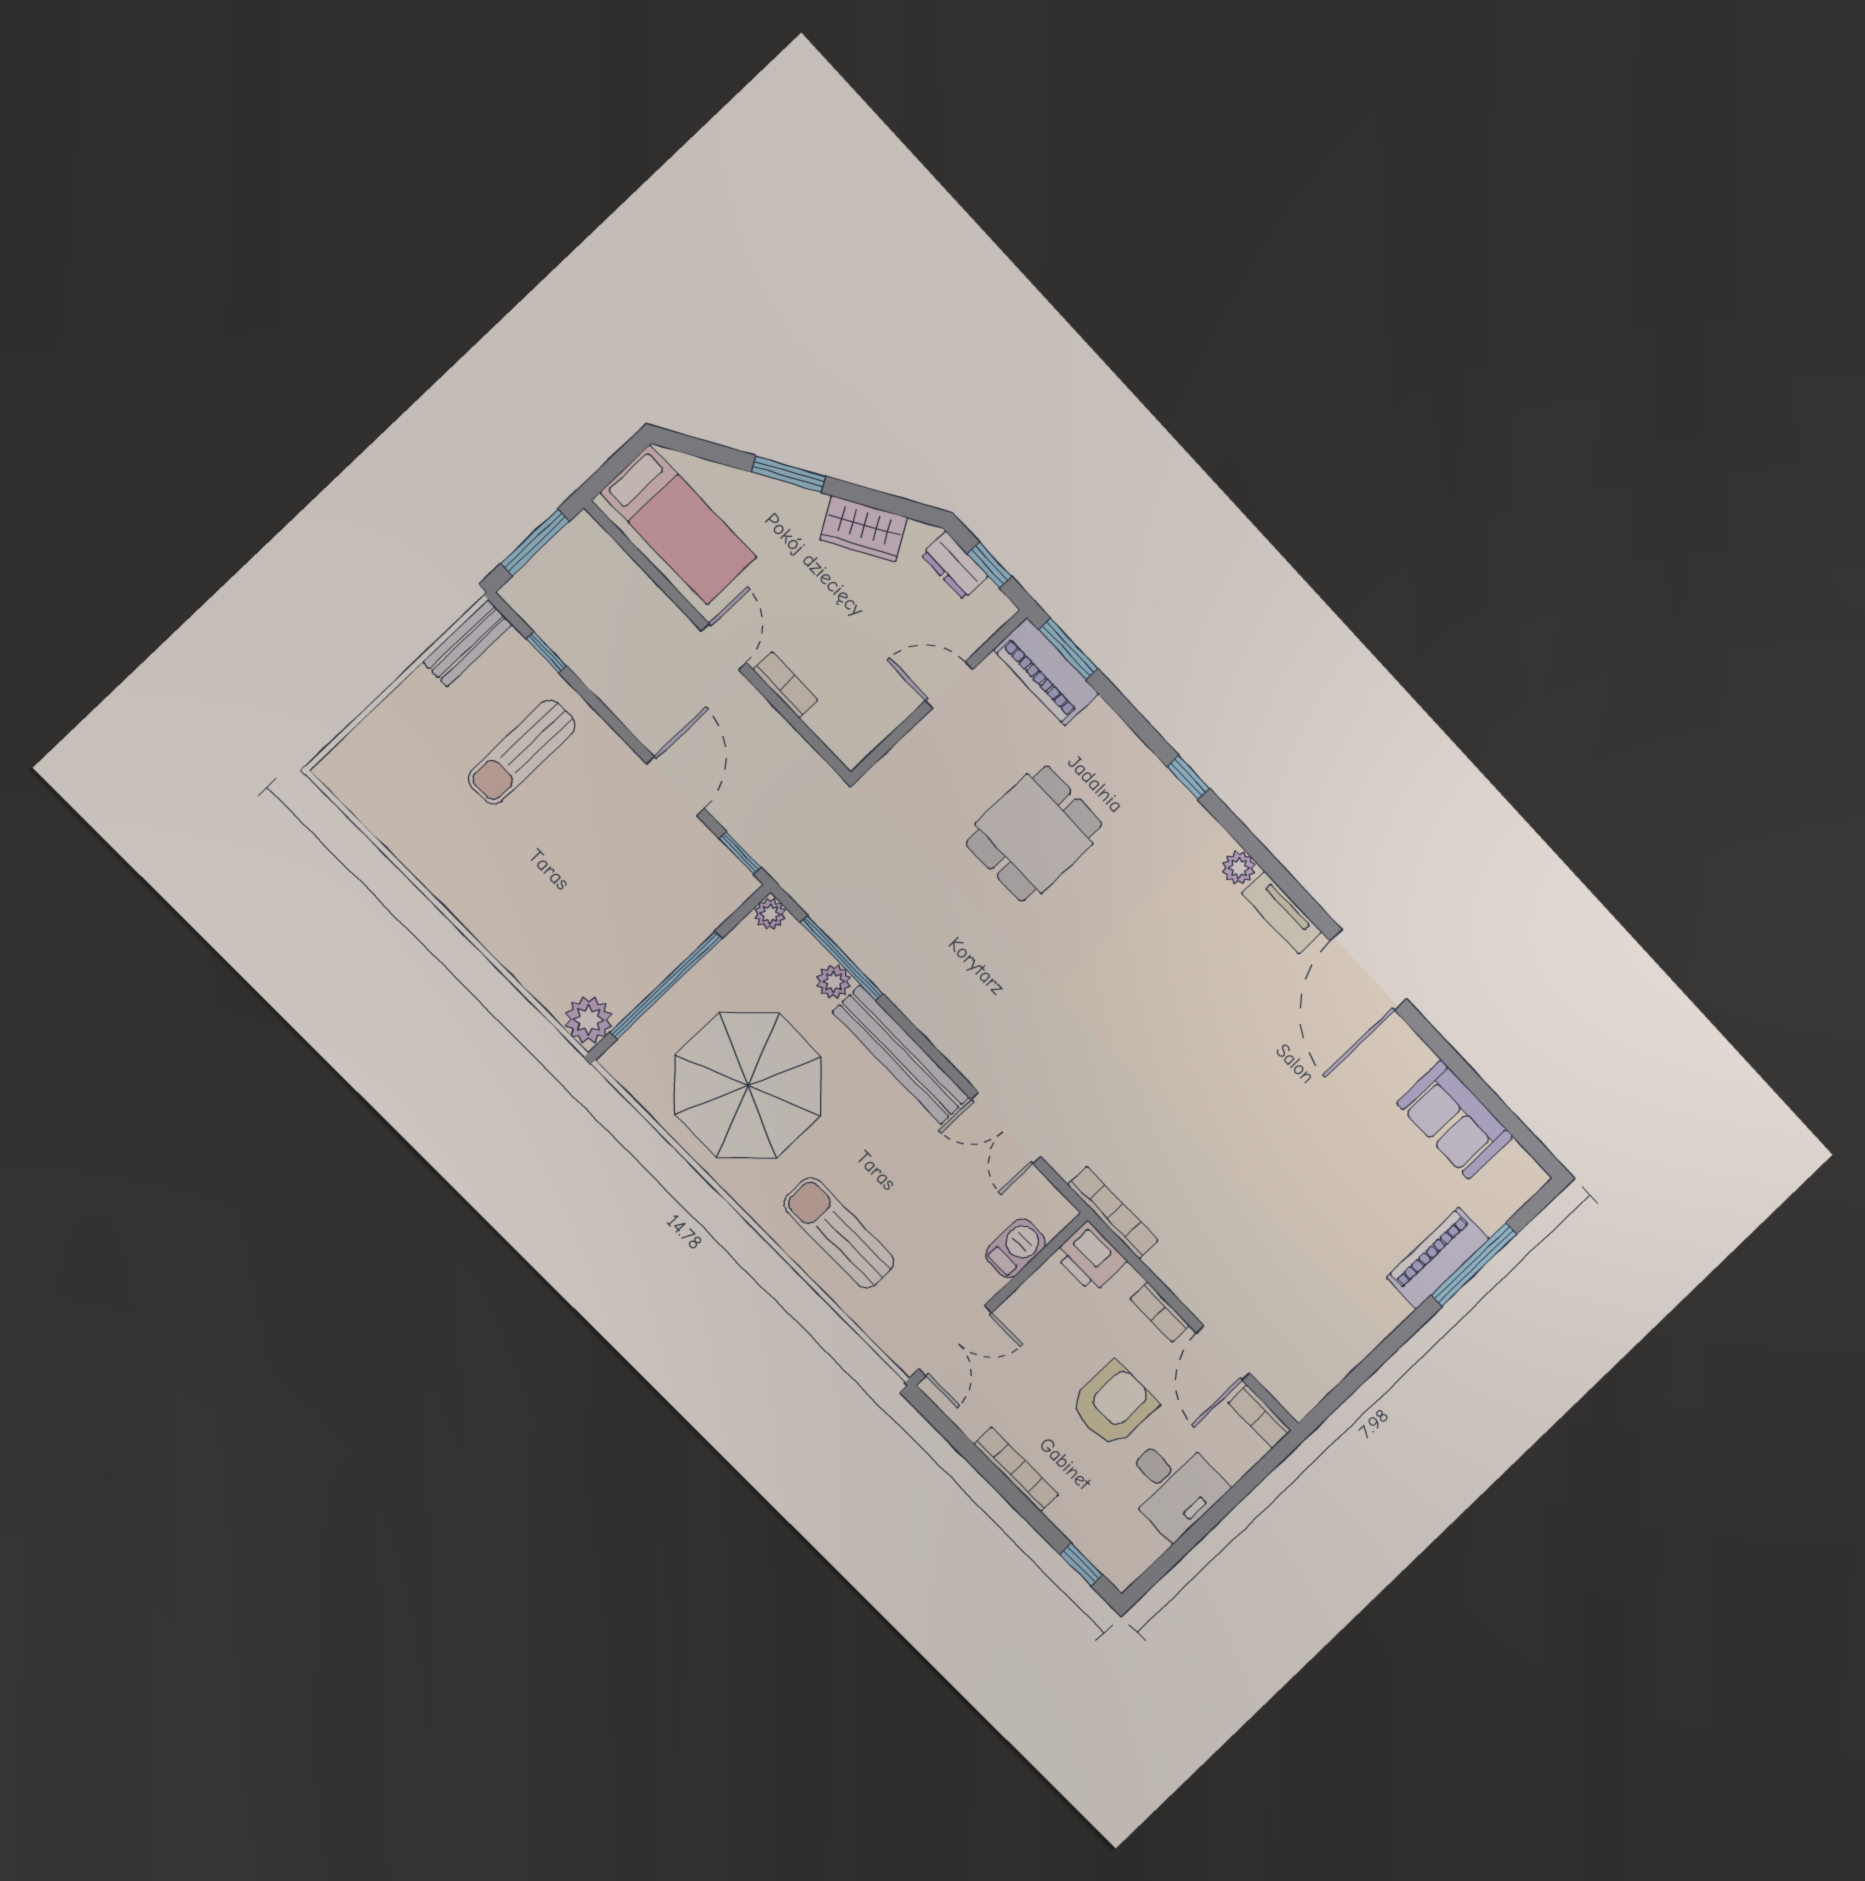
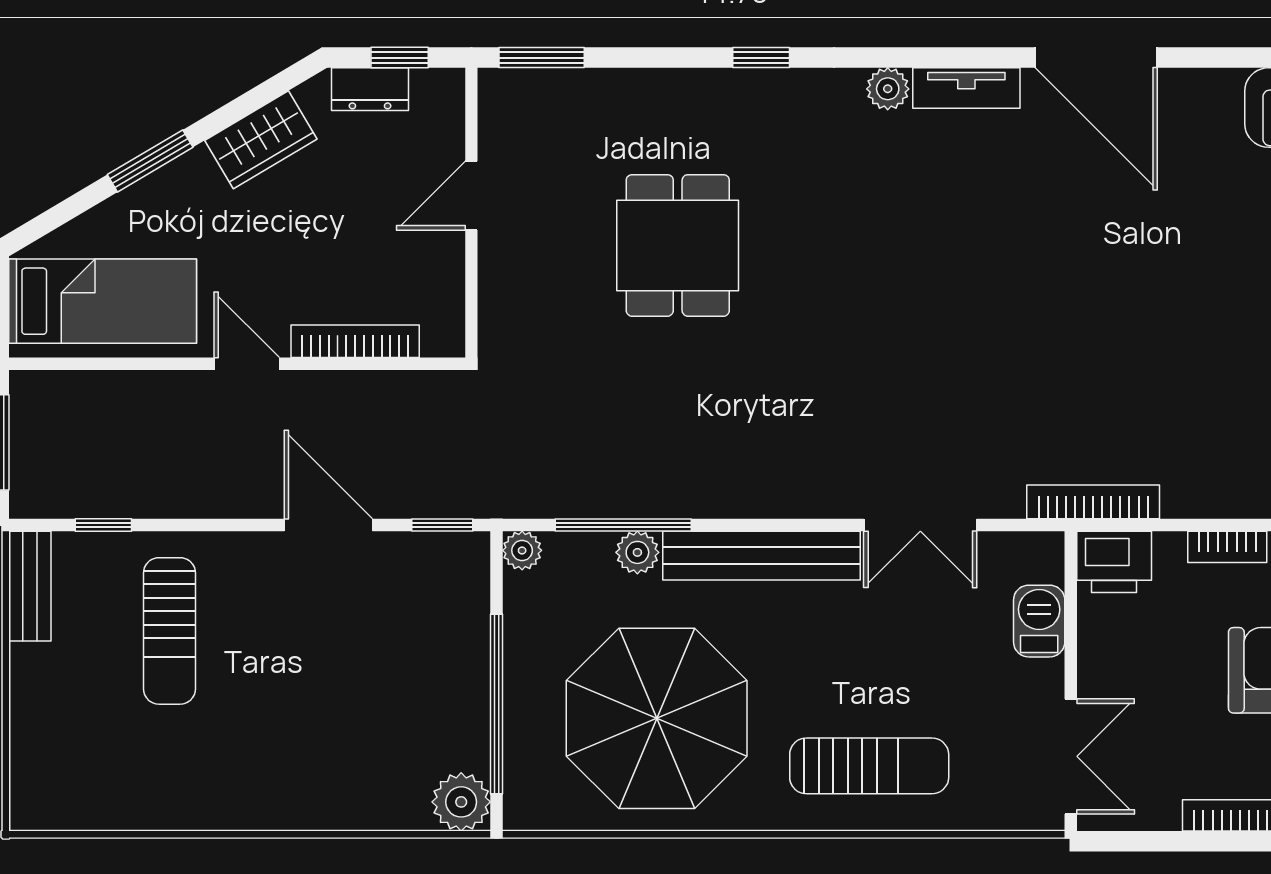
piano: (1046, 672) -> (543, 97), removed
bookcase: (785, 685) -> (355, 341), width x1.56
sun lounger: (839, 1233) -> (869, 766), turned 180

